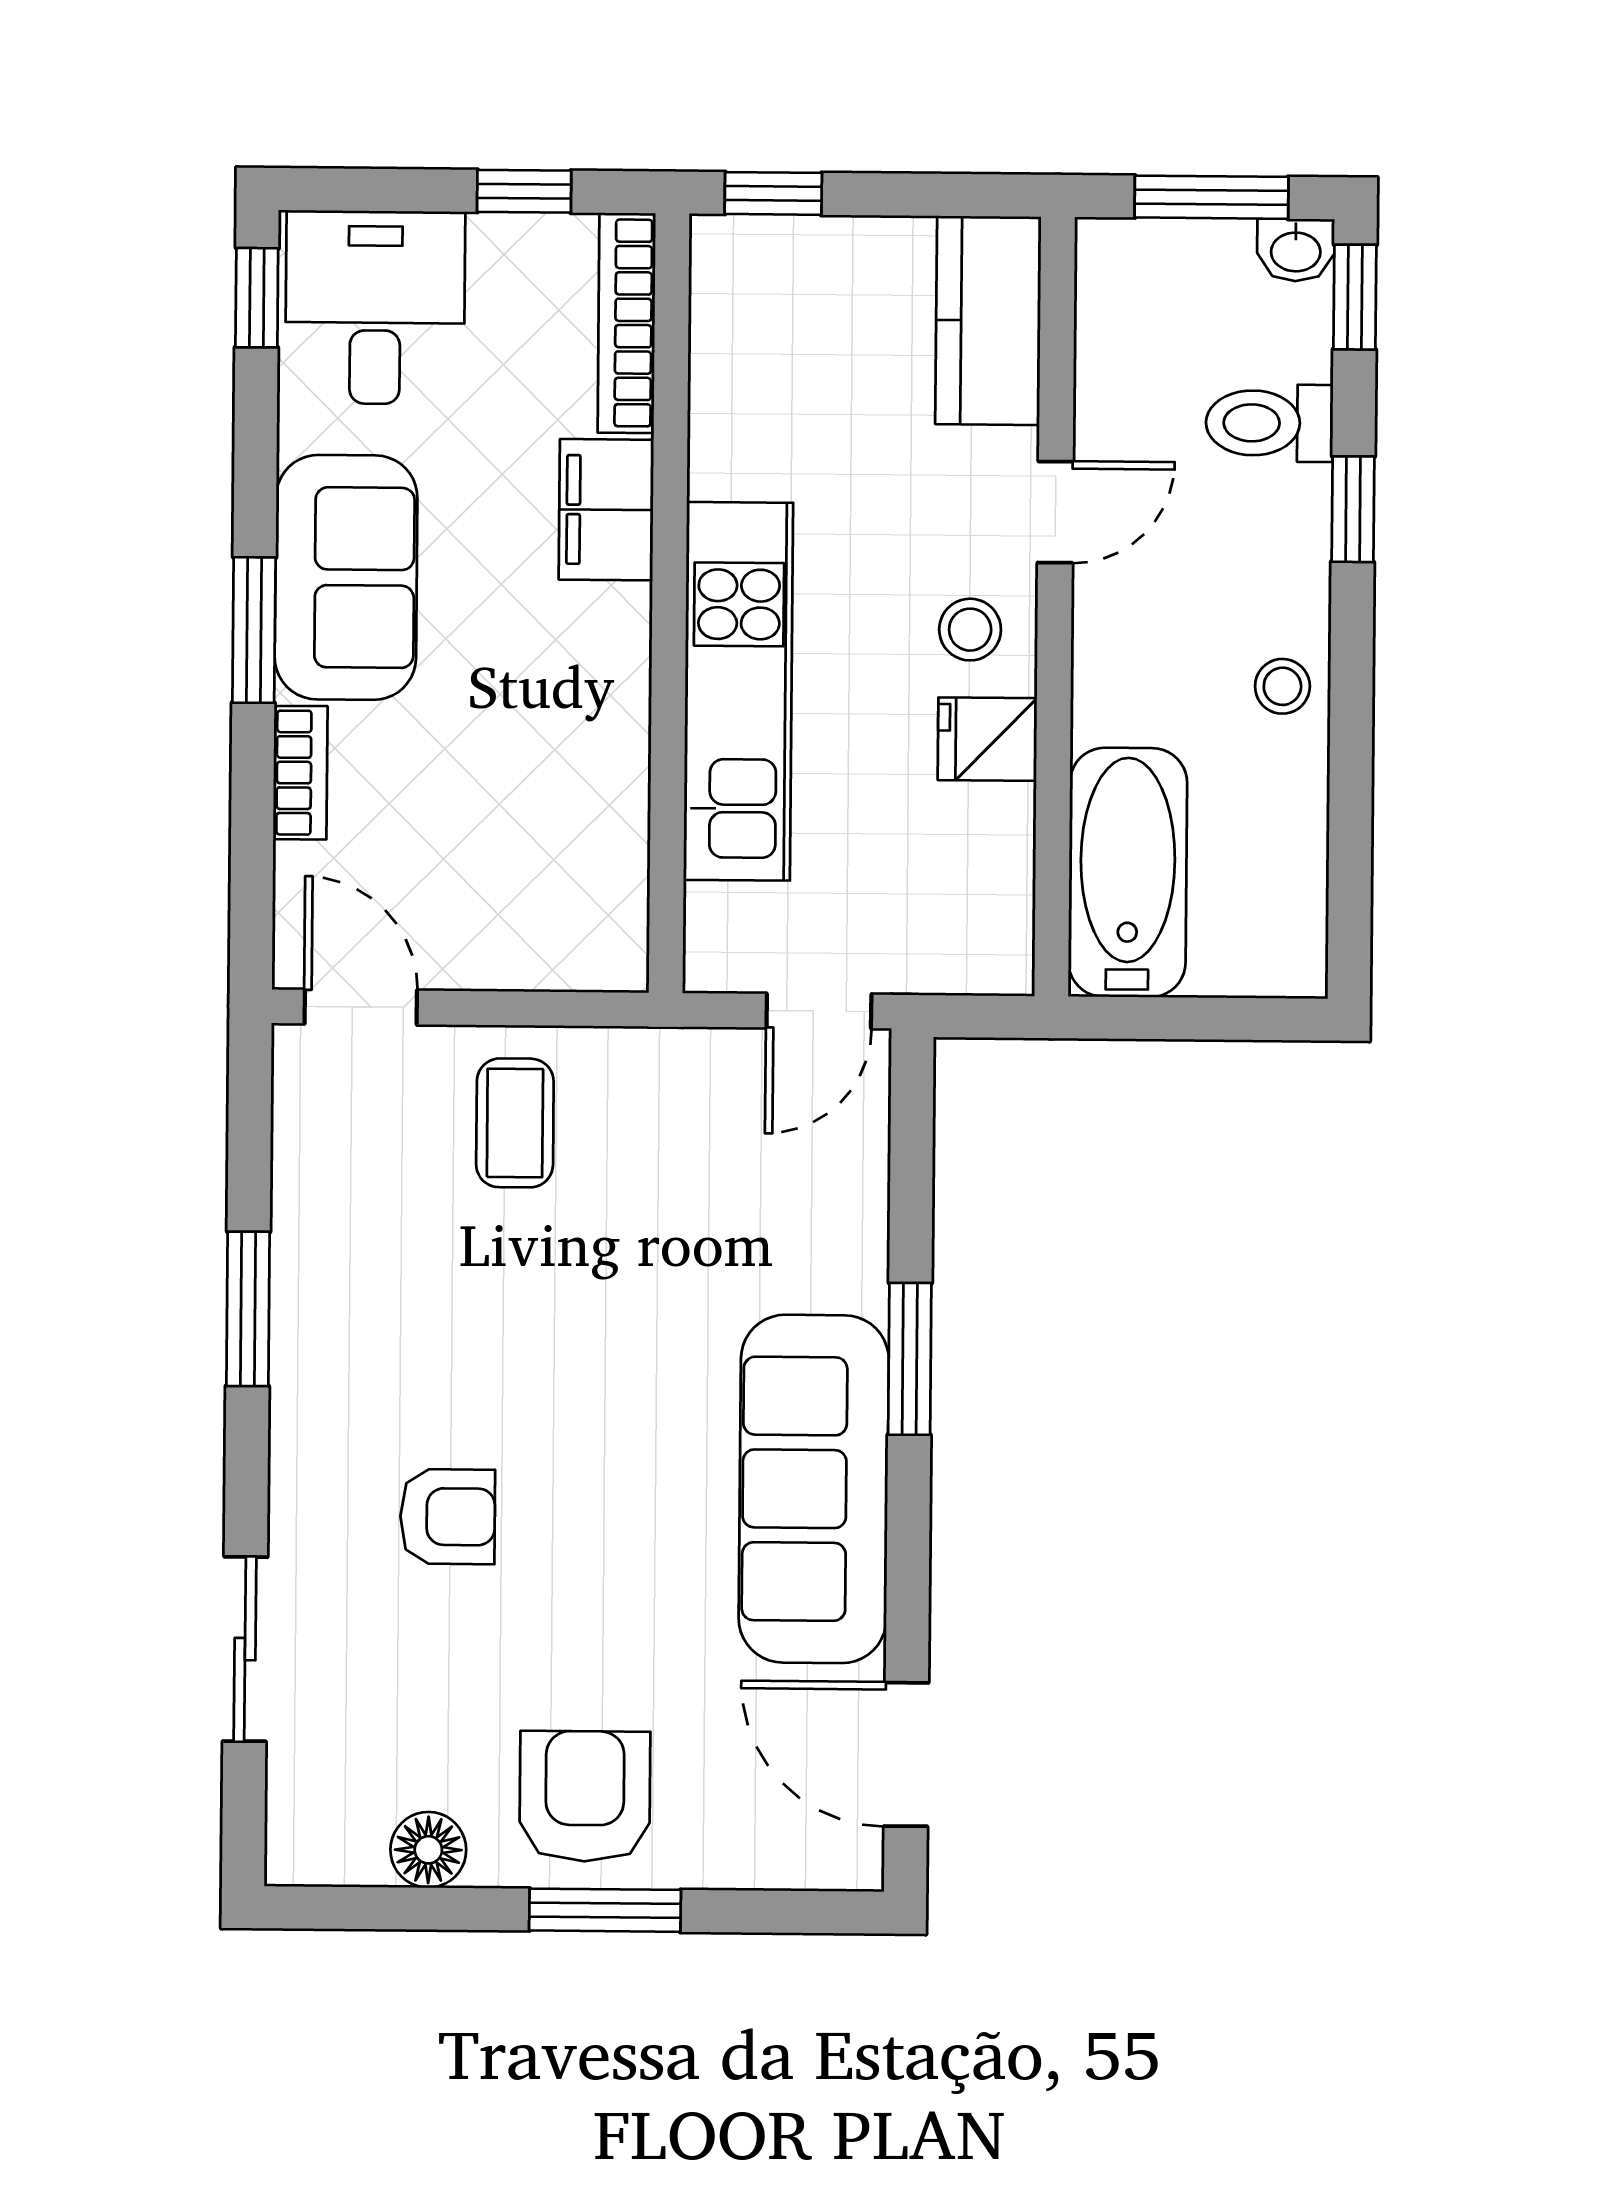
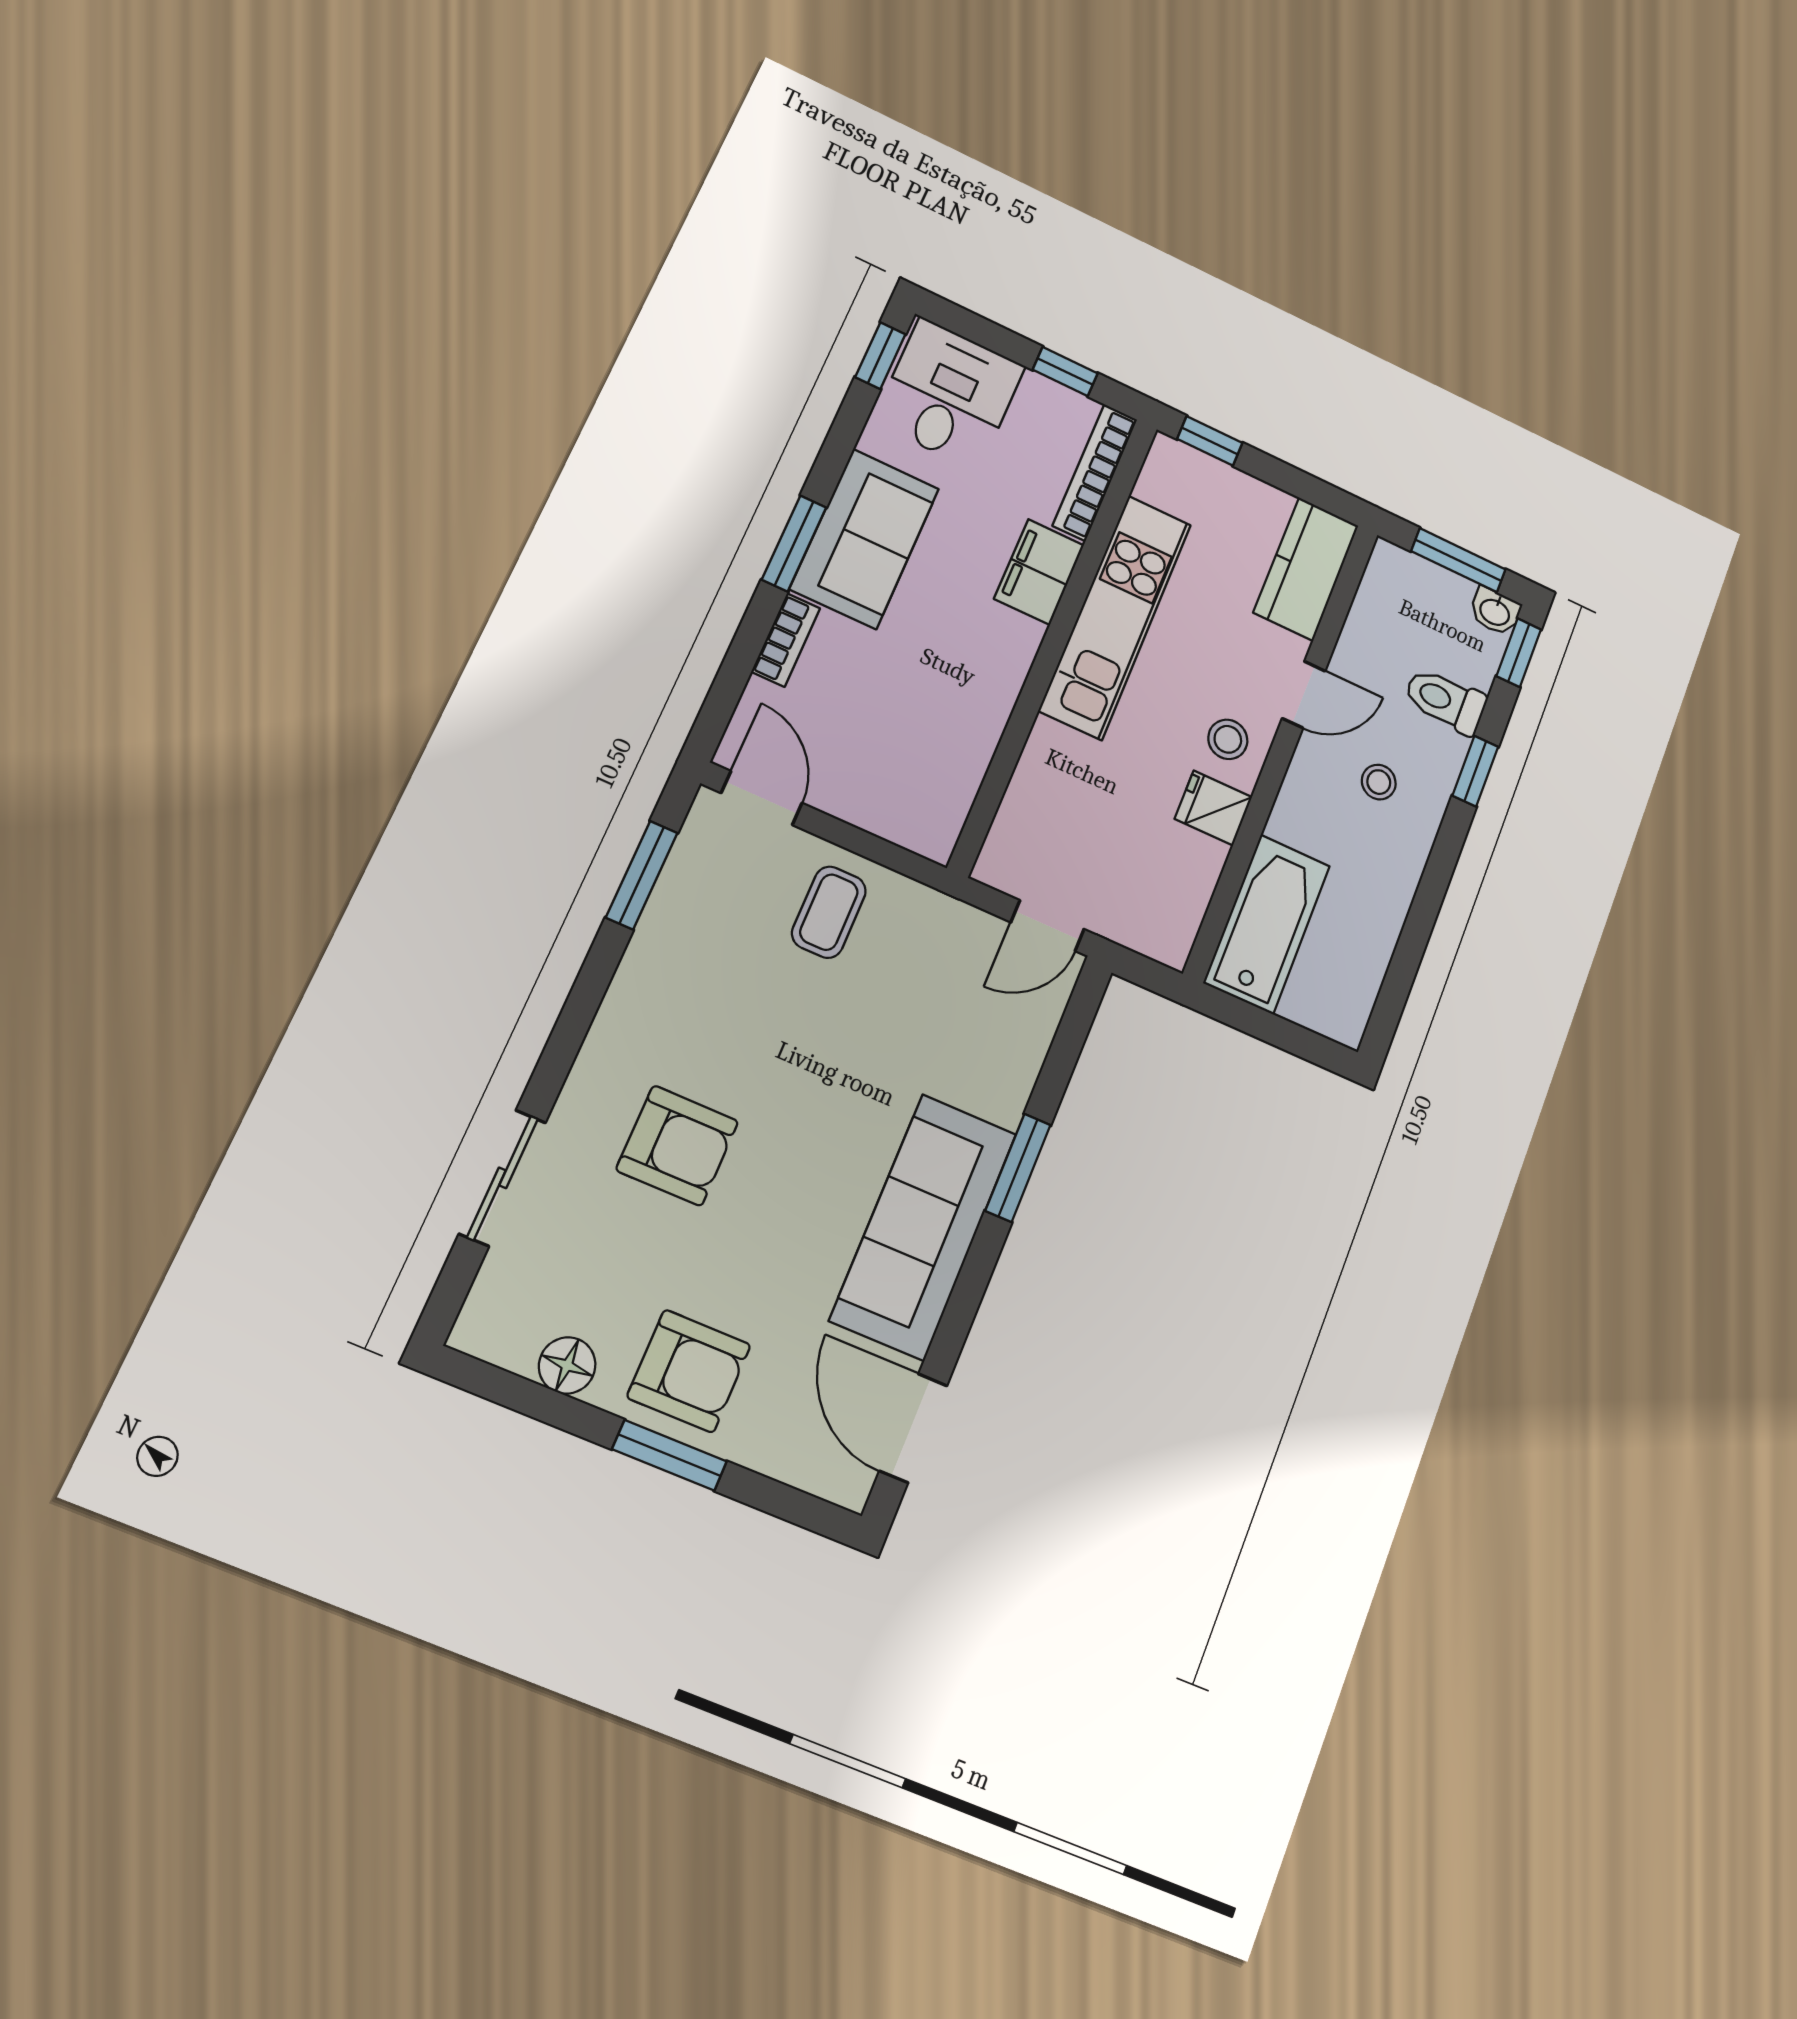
stool: (1282, 686) -> (1379, 782), moved
kitchen unit: (738, 691) -> (1115, 617), moved
window: (248, 1309) -> (642, 875), moved
armchair: (448, 1517) -> (677, 1146), width x1.38, depth x1.38
armchair: (585, 1796) -> (689, 1371), turned 90

